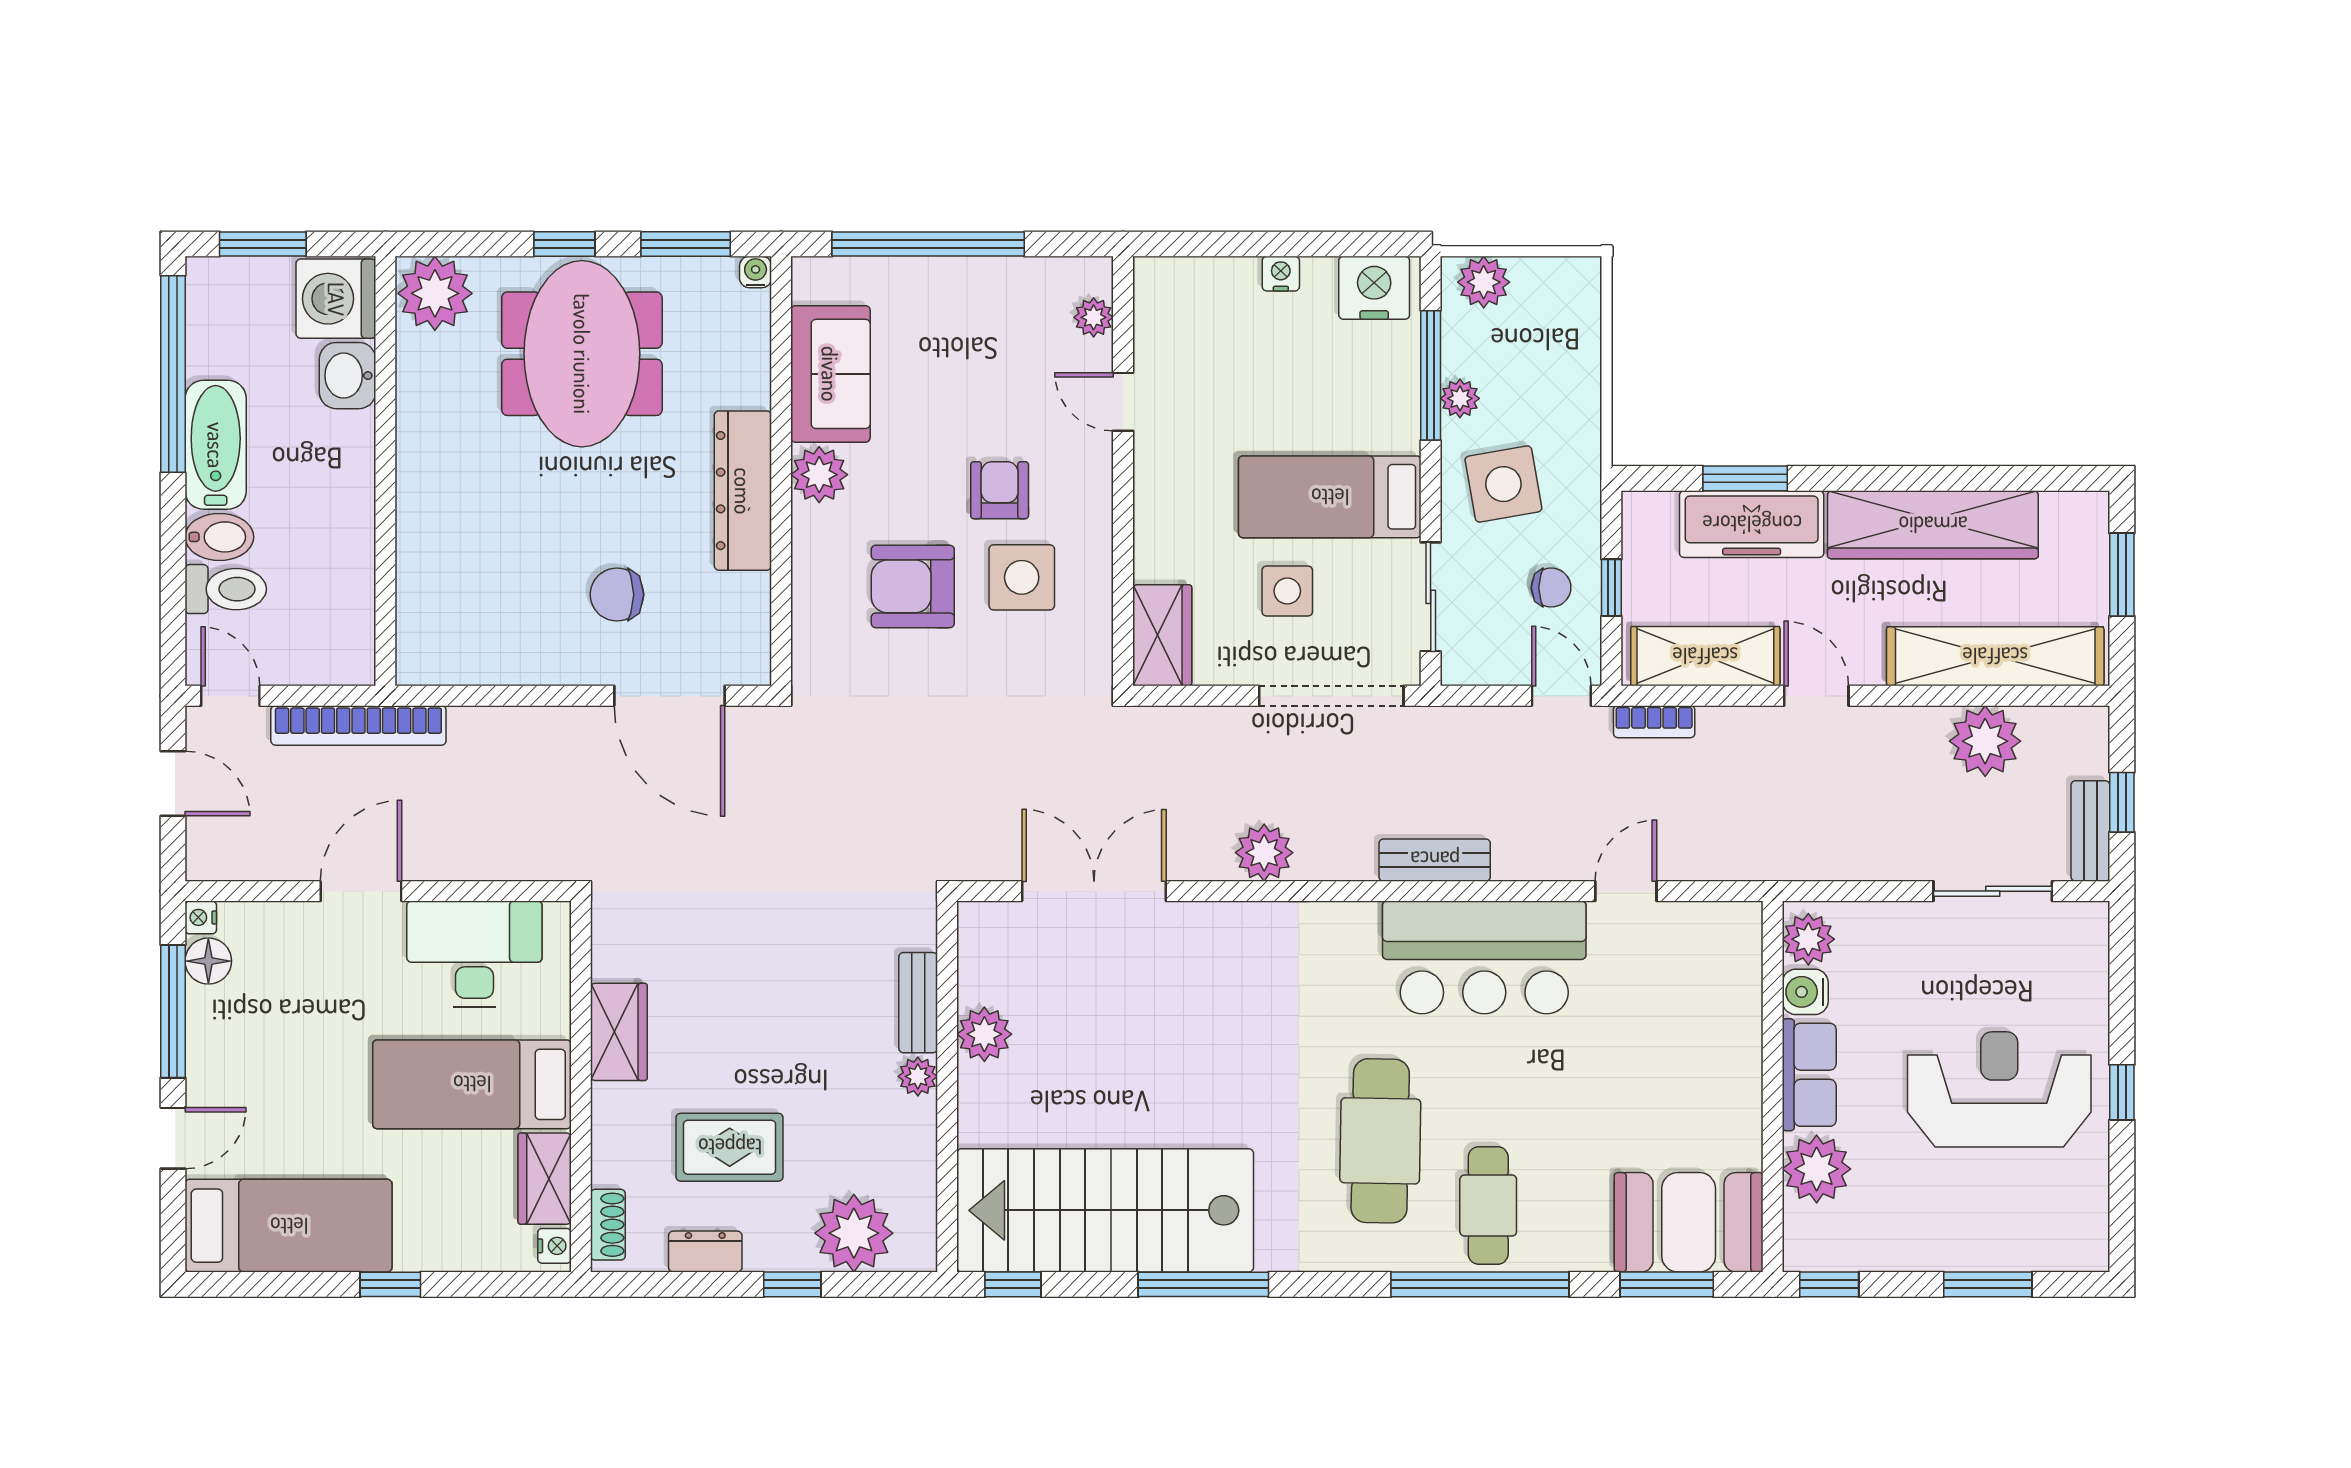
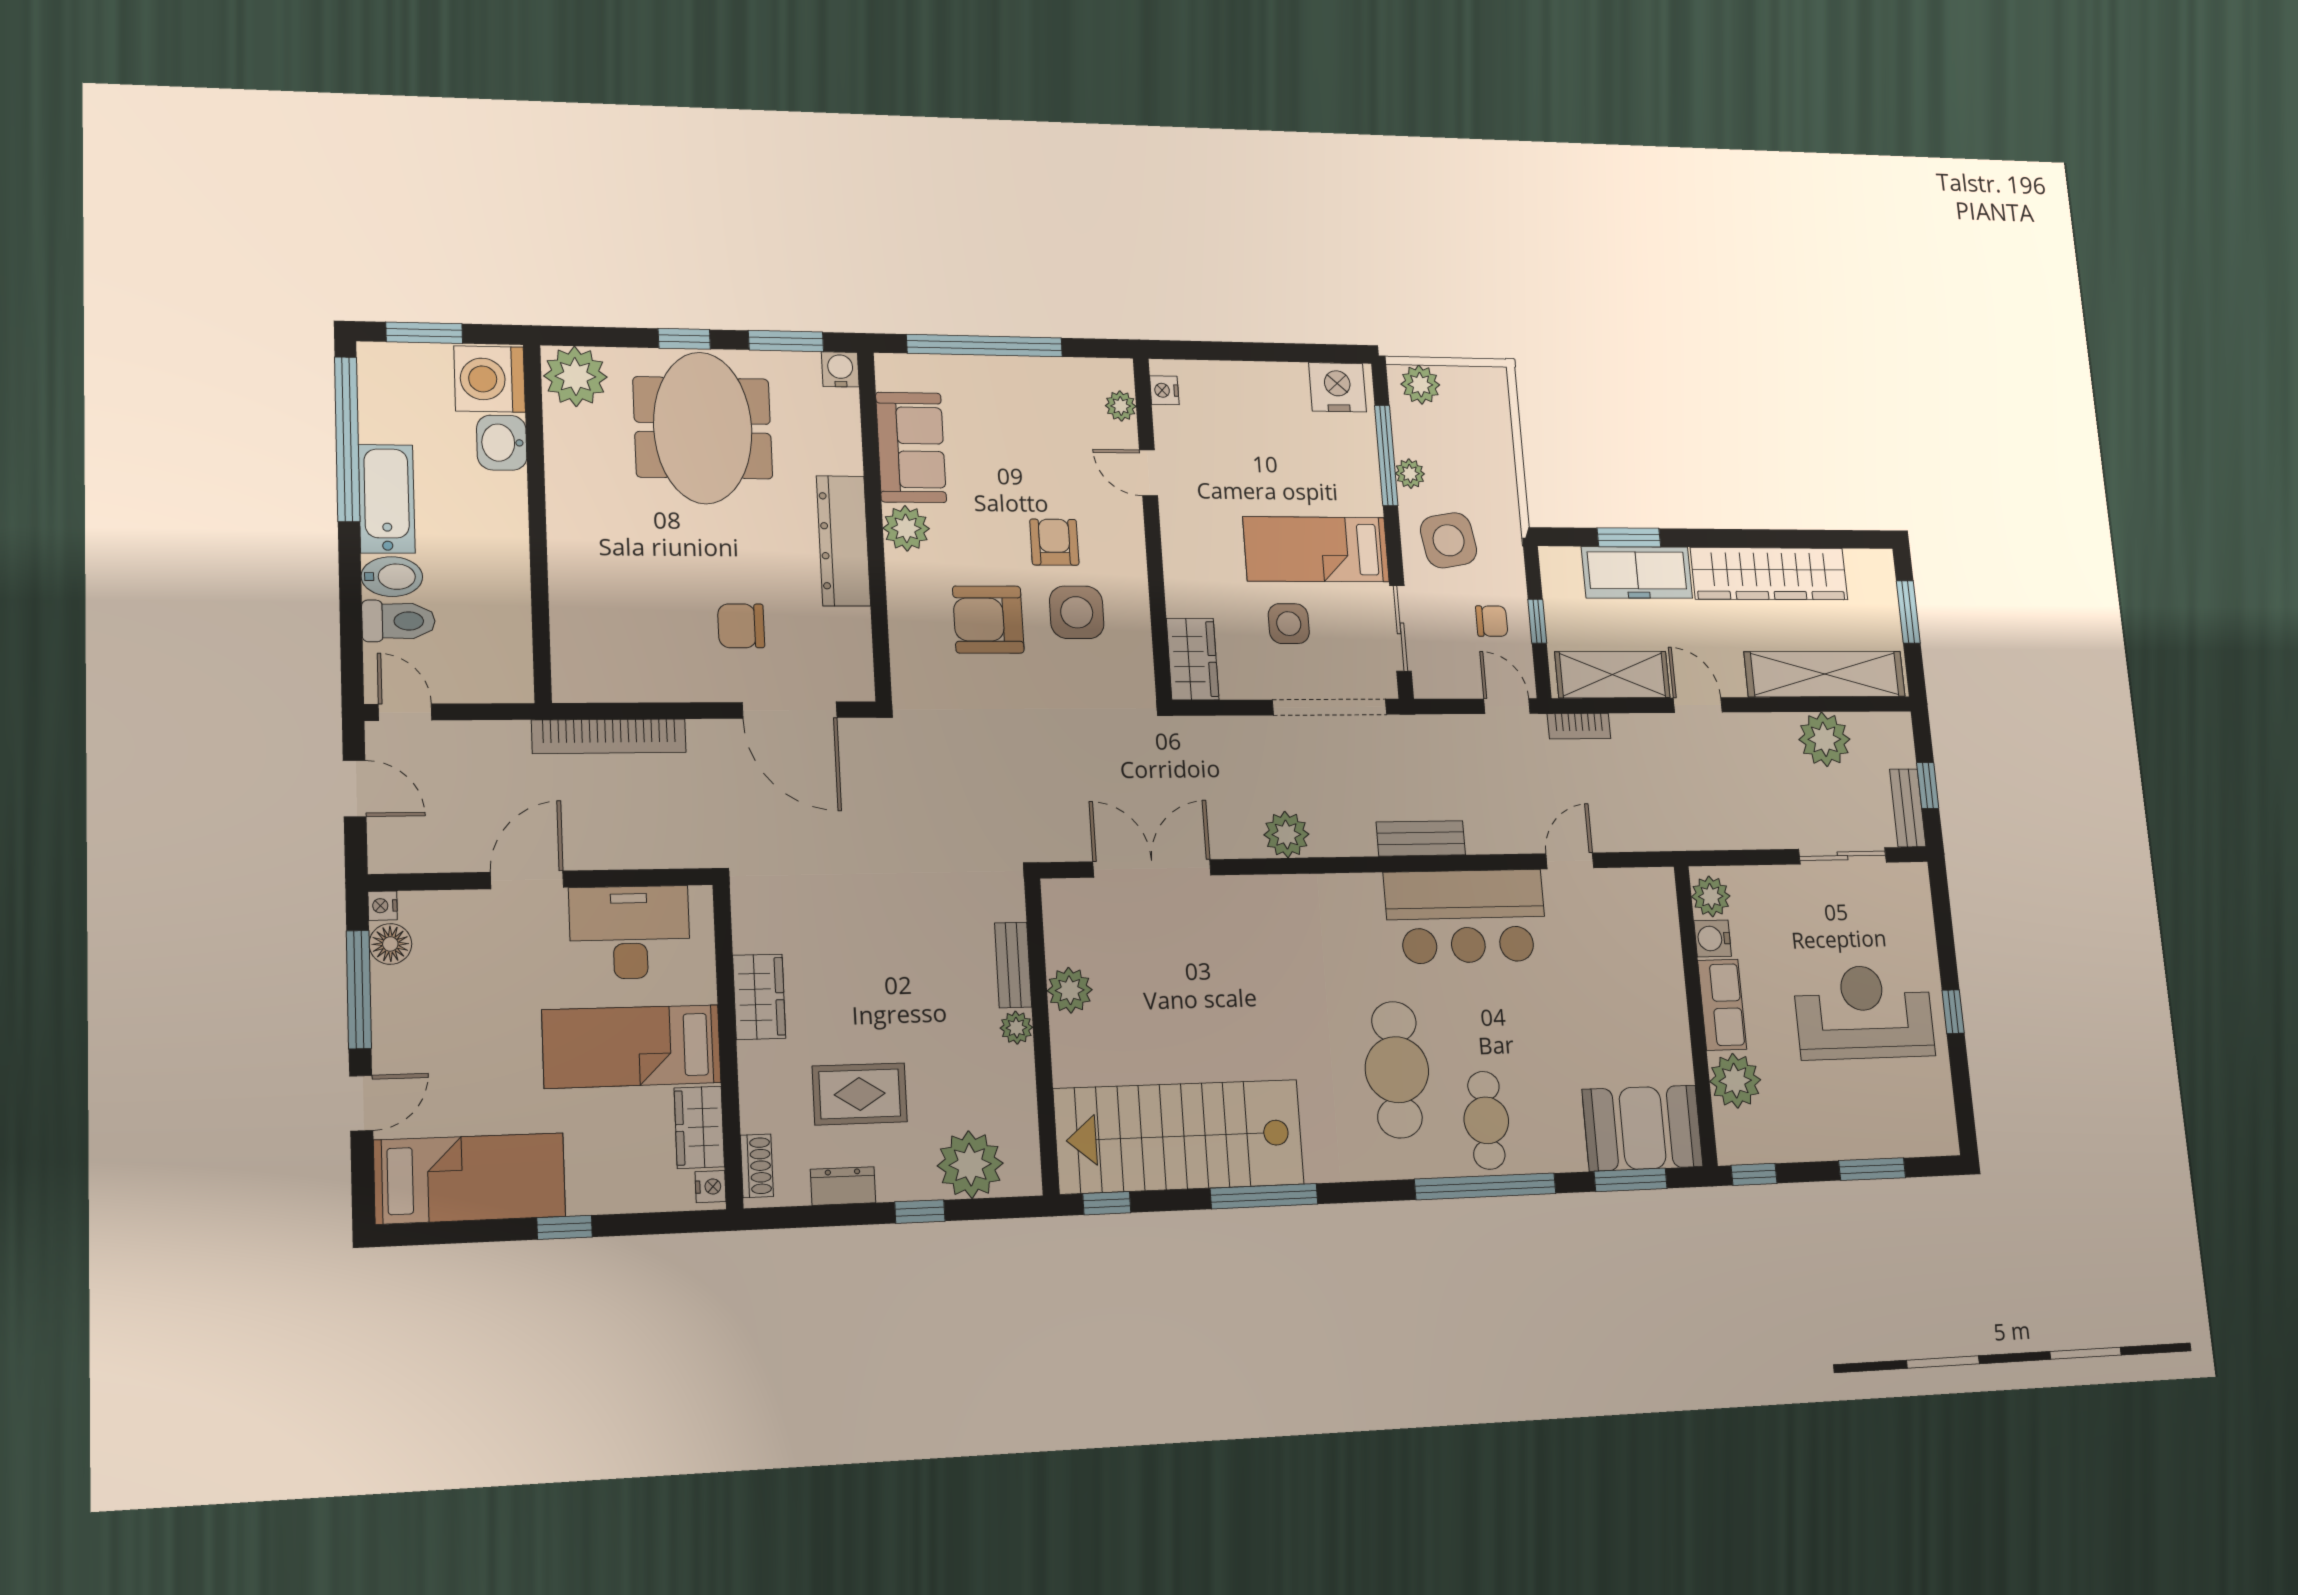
water cooler: (756, 272) -> (840, 369), width x1.38, depth x1.38
nightstand: (1281, 274) -> (1164, 390), moved, turned -90
bookcase: (358, 725) -> (609, 736), moved

